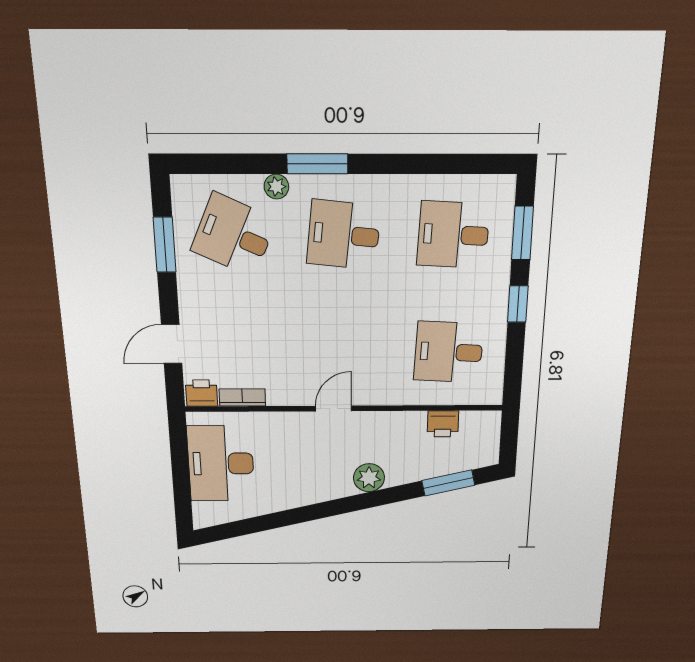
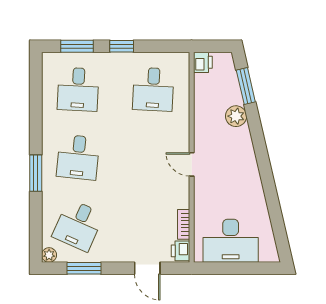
plant: (276, 187) -> (49, 255), moved
printer: (443, 424) -> (203, 62), moved
plant: (369, 478) -> (236, 116), moved

